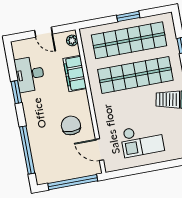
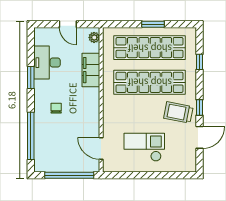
chair: (71, 125) -> (56, 108), moved, width x0.54, depth x0.54
checkout: (142, 140) -> (144, 147), turned 180

